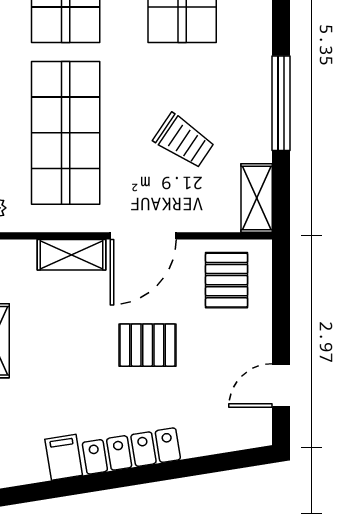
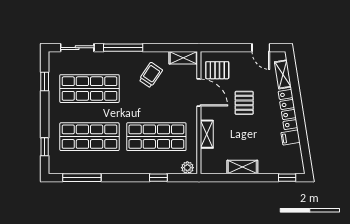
window: (281, 103) -> (123, 48), moved
trolley: (184, 141) -> (151, 75), moved
door: (143, 236) -> (199, 92), moved
shelving: (216, 439) -> (283, 74), added

